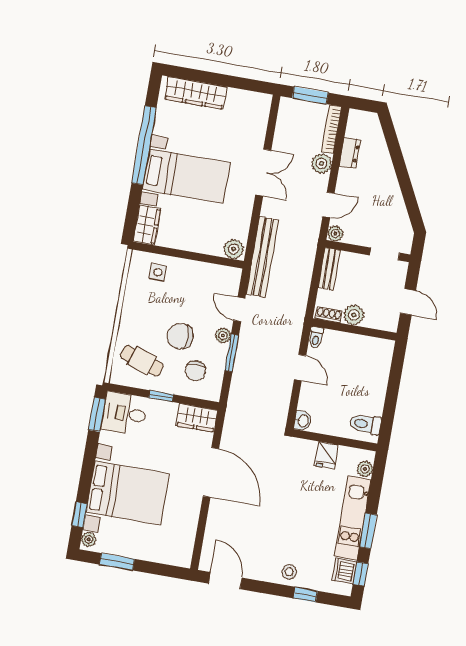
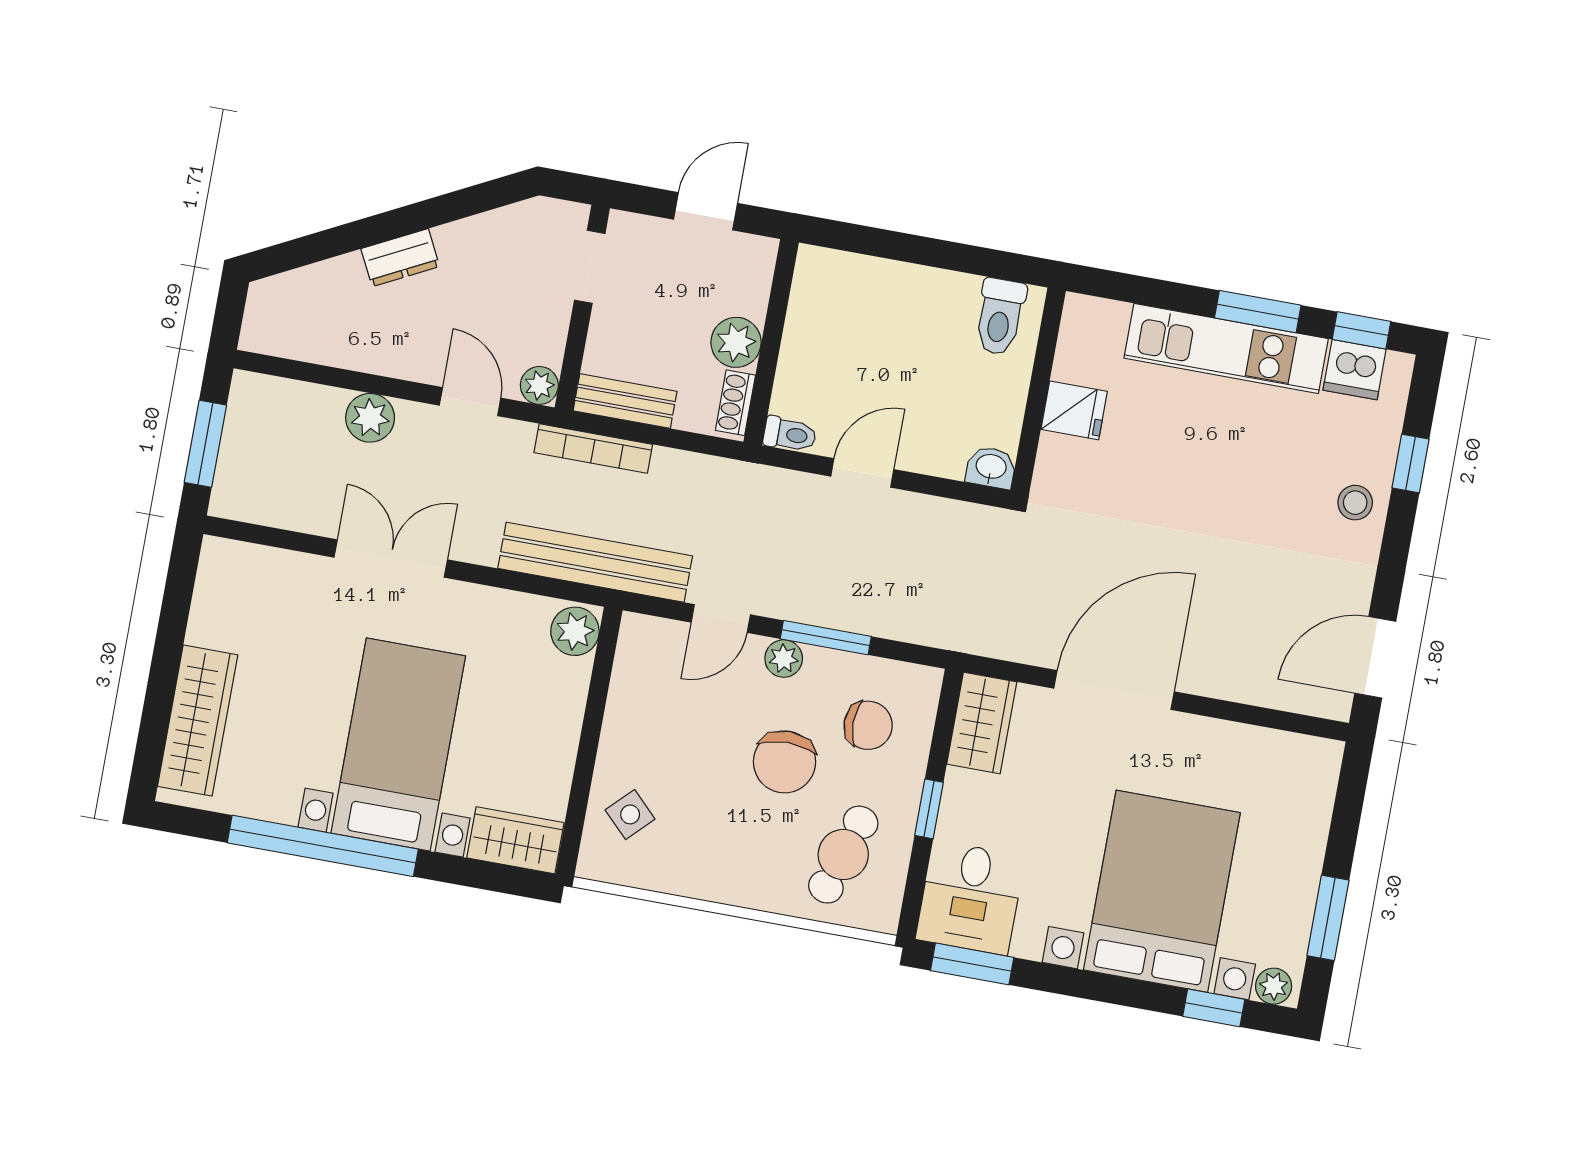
bookcase: (332, 129) -> (593, 449), moved
dresser: (350, 153) -> (400, 258), moved, turned 153
side table: (158, 272) -> (630, 814), turned 45
plant: (365, 469) -> (1108, 318), removed

